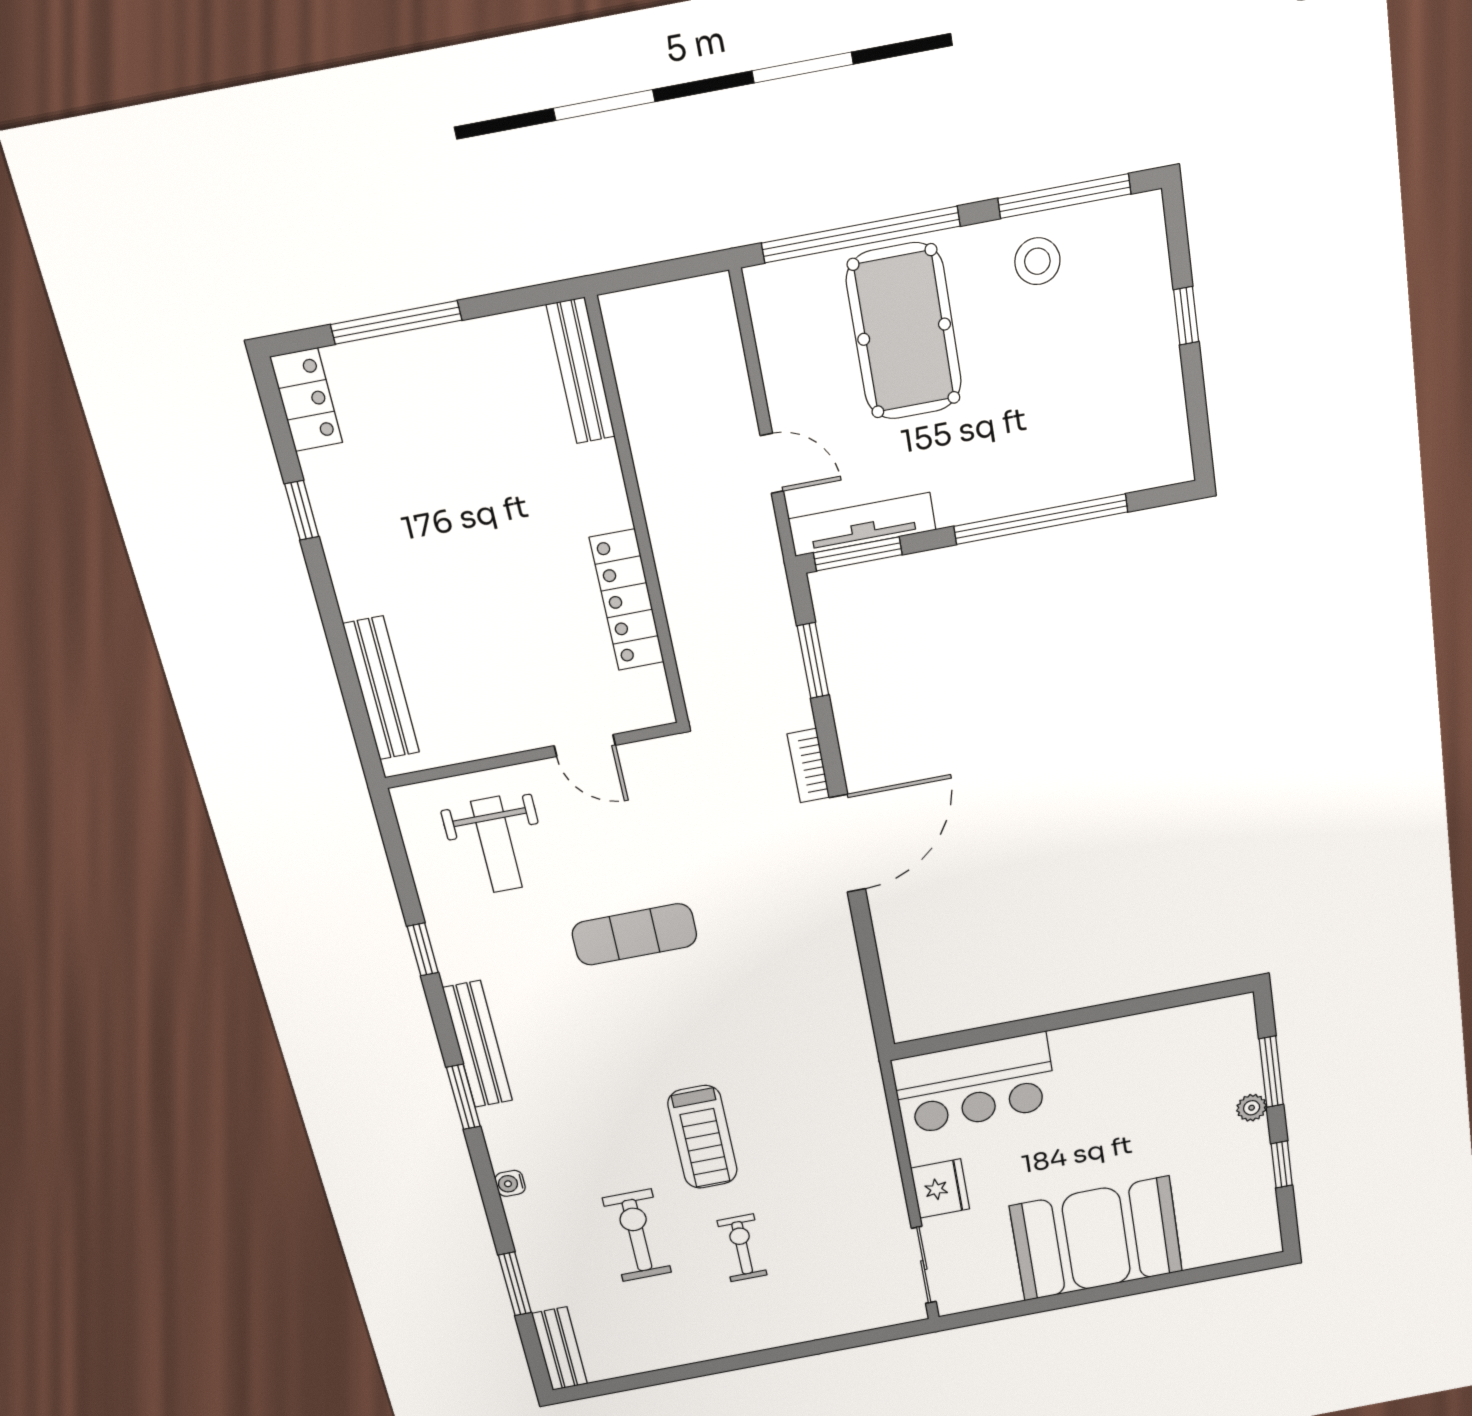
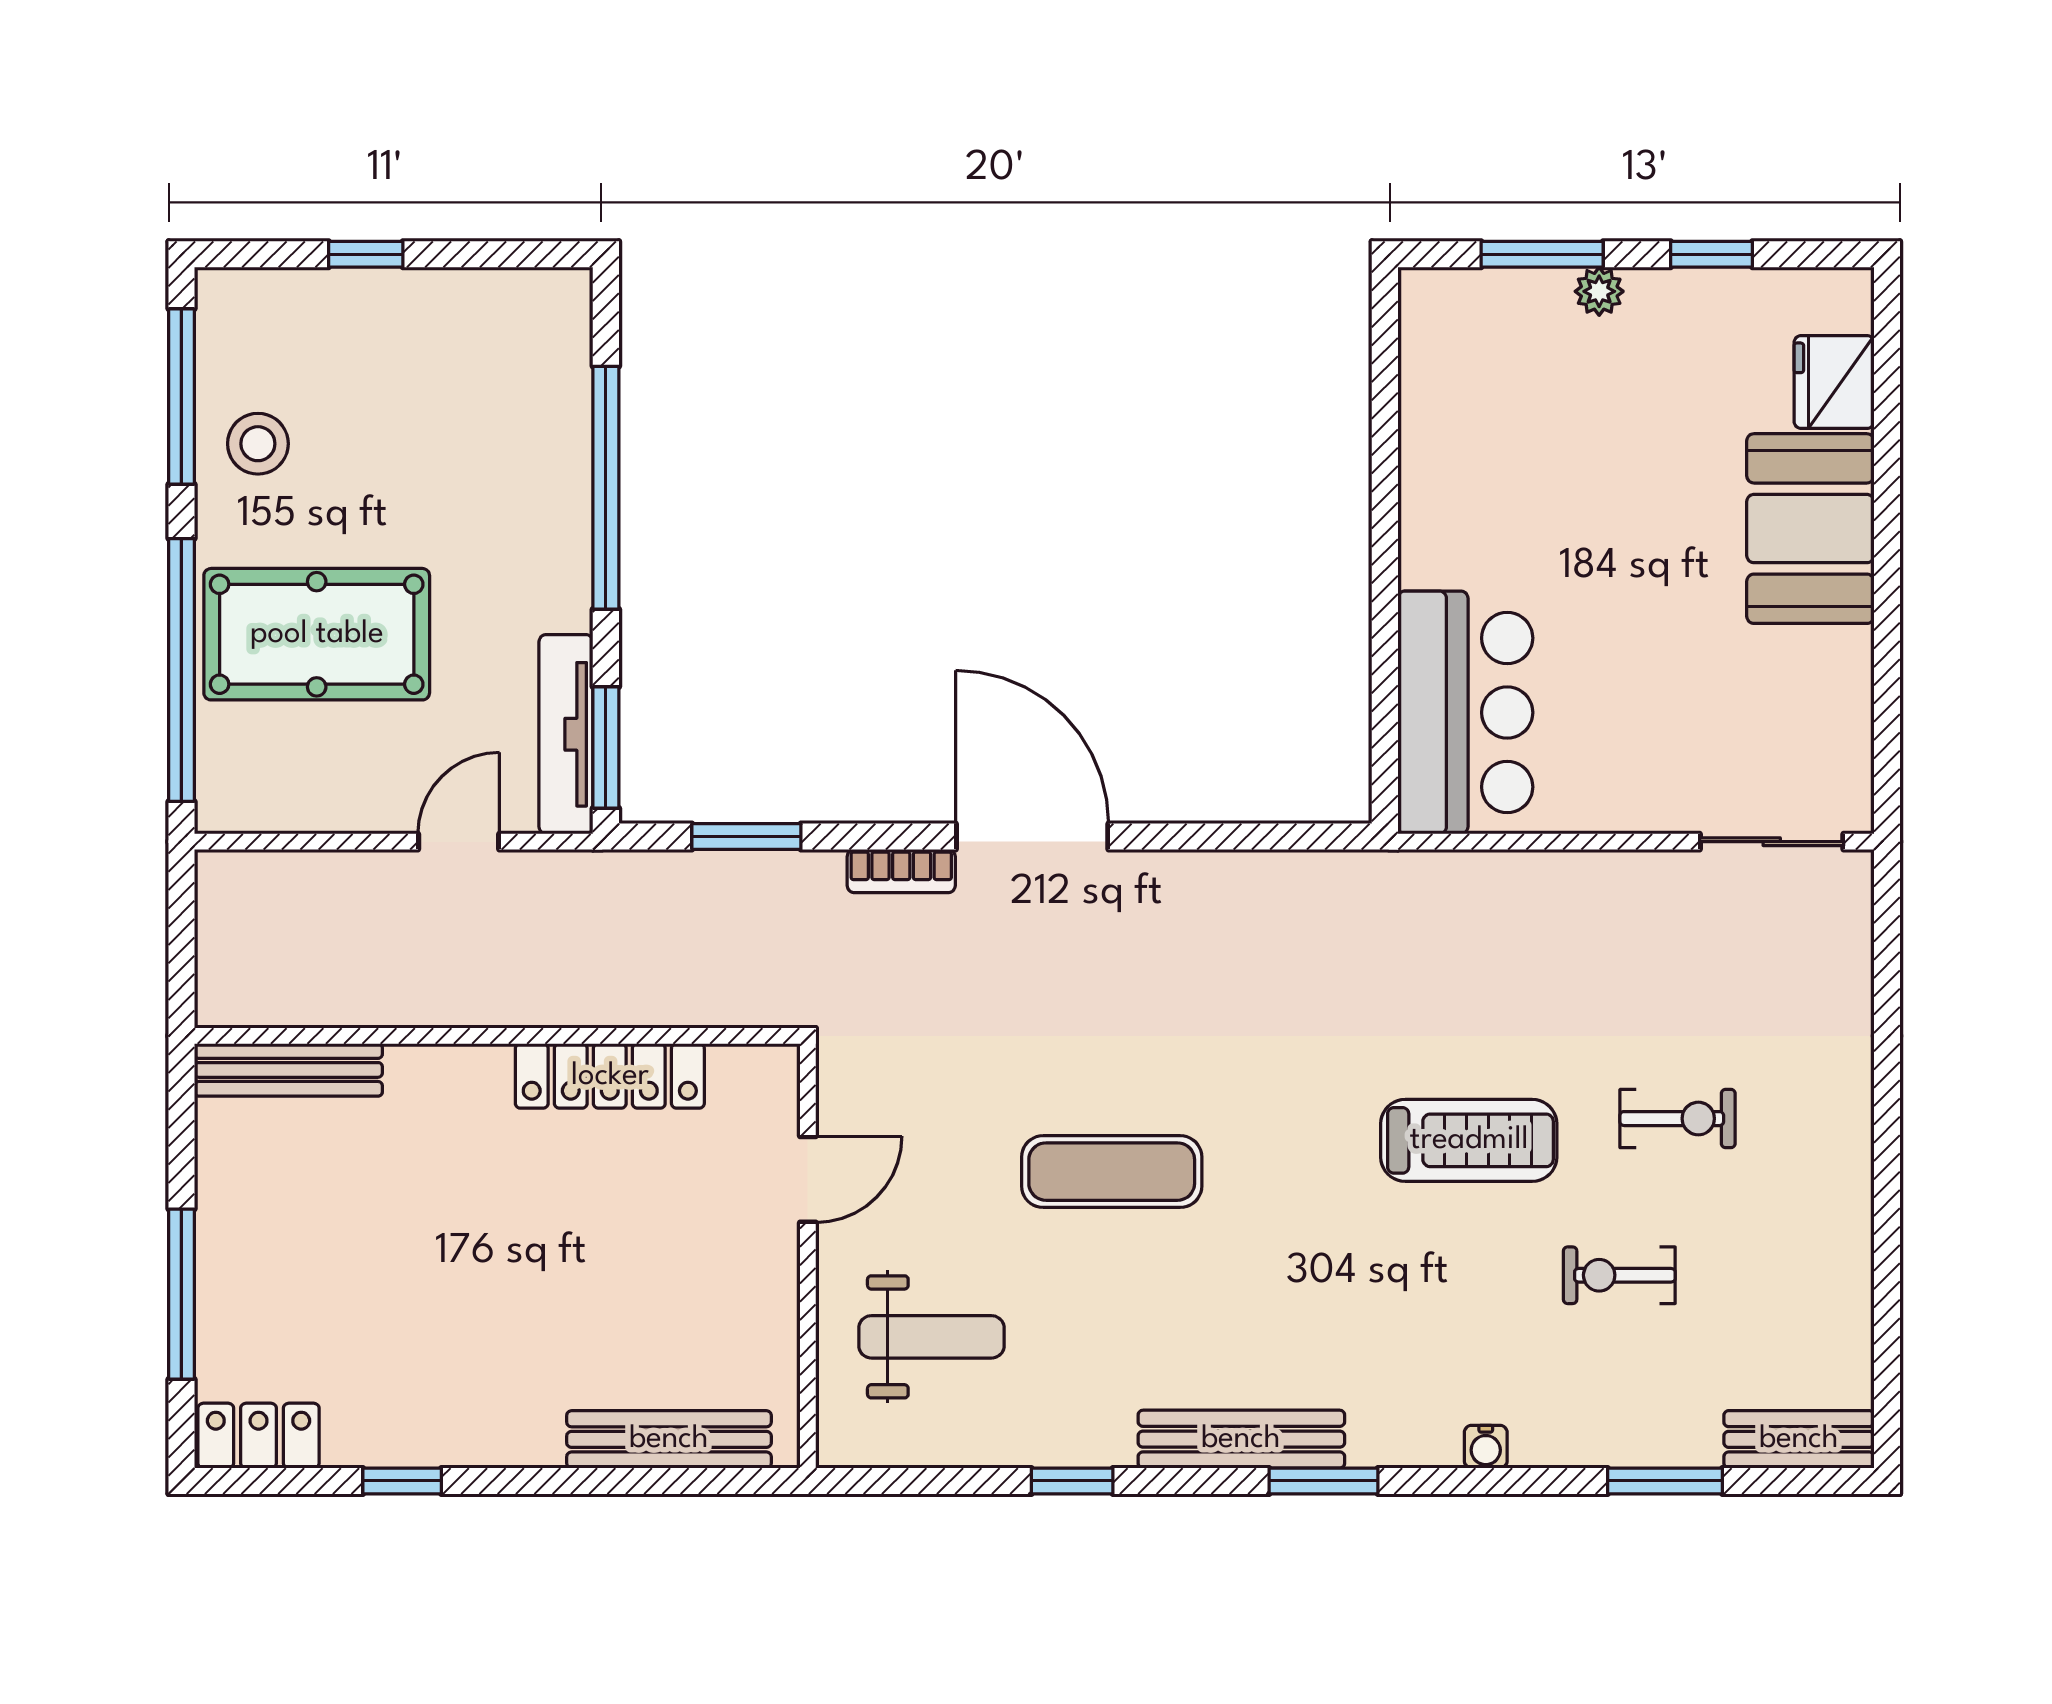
exercise mat: (634, 934) -> (1112, 1172), turned 90
fridge: (940, 1189) -> (1834, 382), moved, turned -90
exercise bike: (637, 1235) -> (1619, 1275), width x0.73, depth x0.72
booth: (1096, 1239) -> (1810, 529), width x0.73, depth x0.70
exercise bike: (742, 1248) -> (1678, 1119), turned 180

